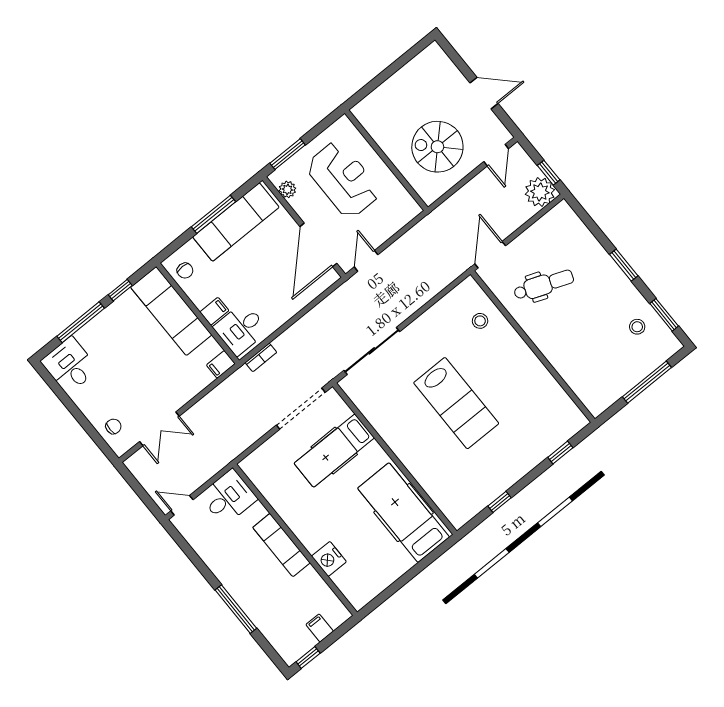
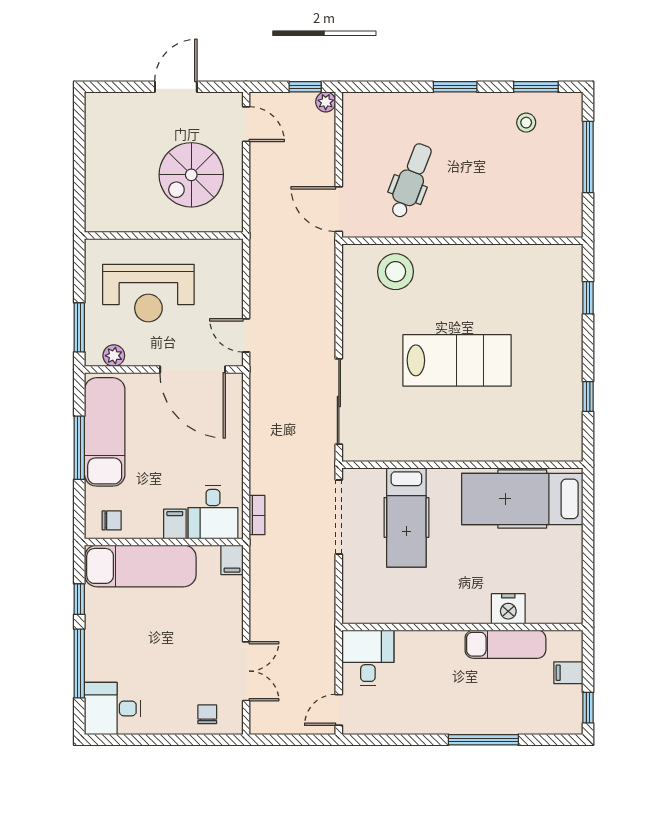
reception desk: (343, 179) -> (148, 293), turned 180
plant: (540, 192) -> (326, 102), width x0.53, depth x0.53
stool: (480, 321) -> (395, 272), width x1.89, depth x1.89
exam couch: (281, 545) -> (505, 644), moved

